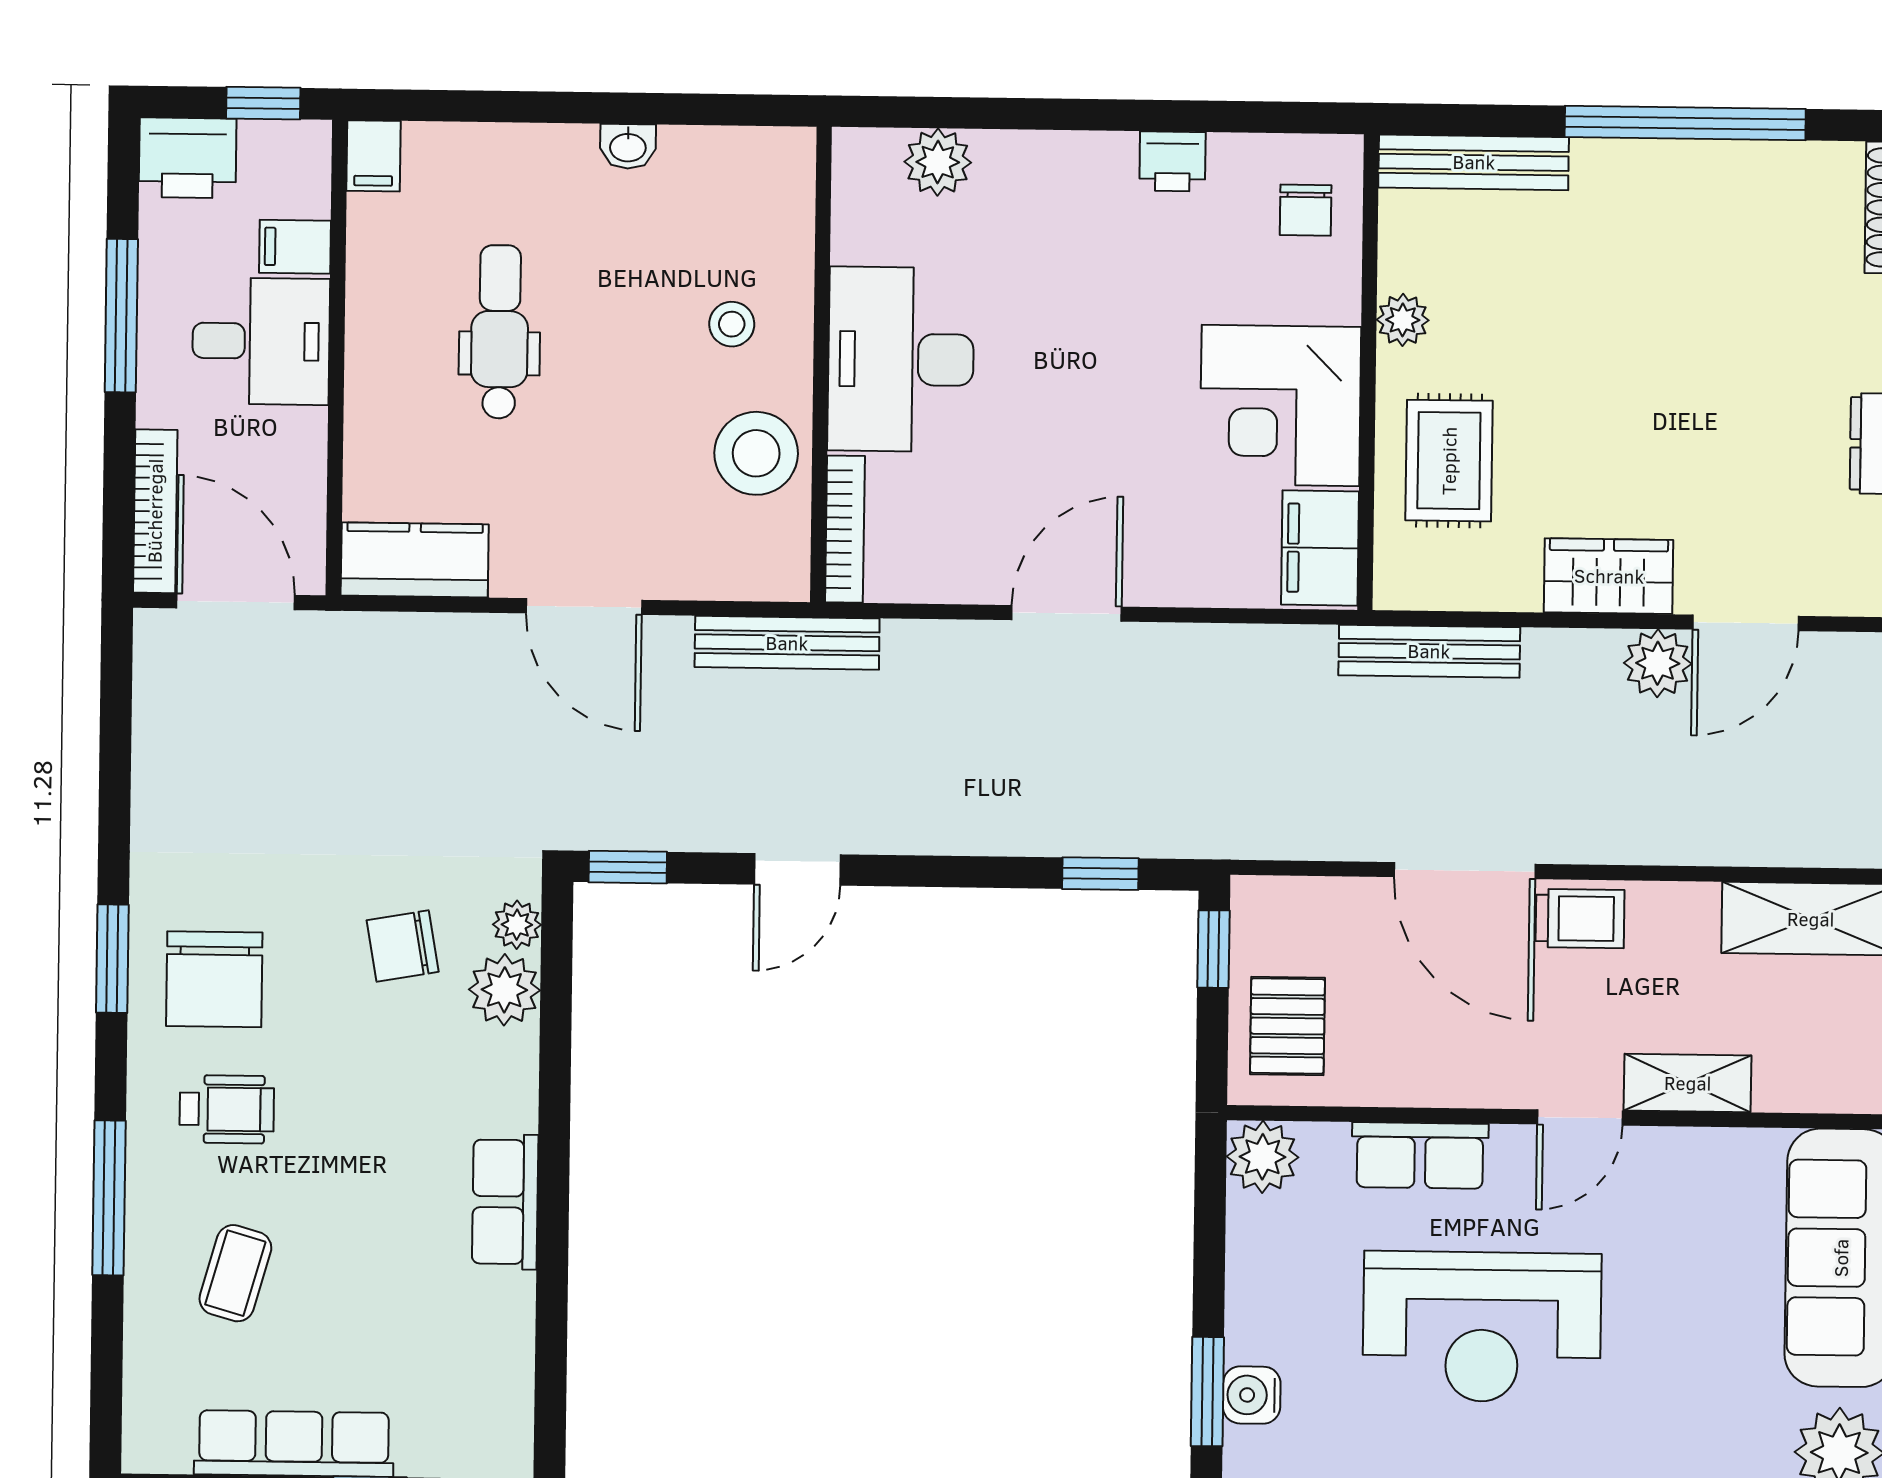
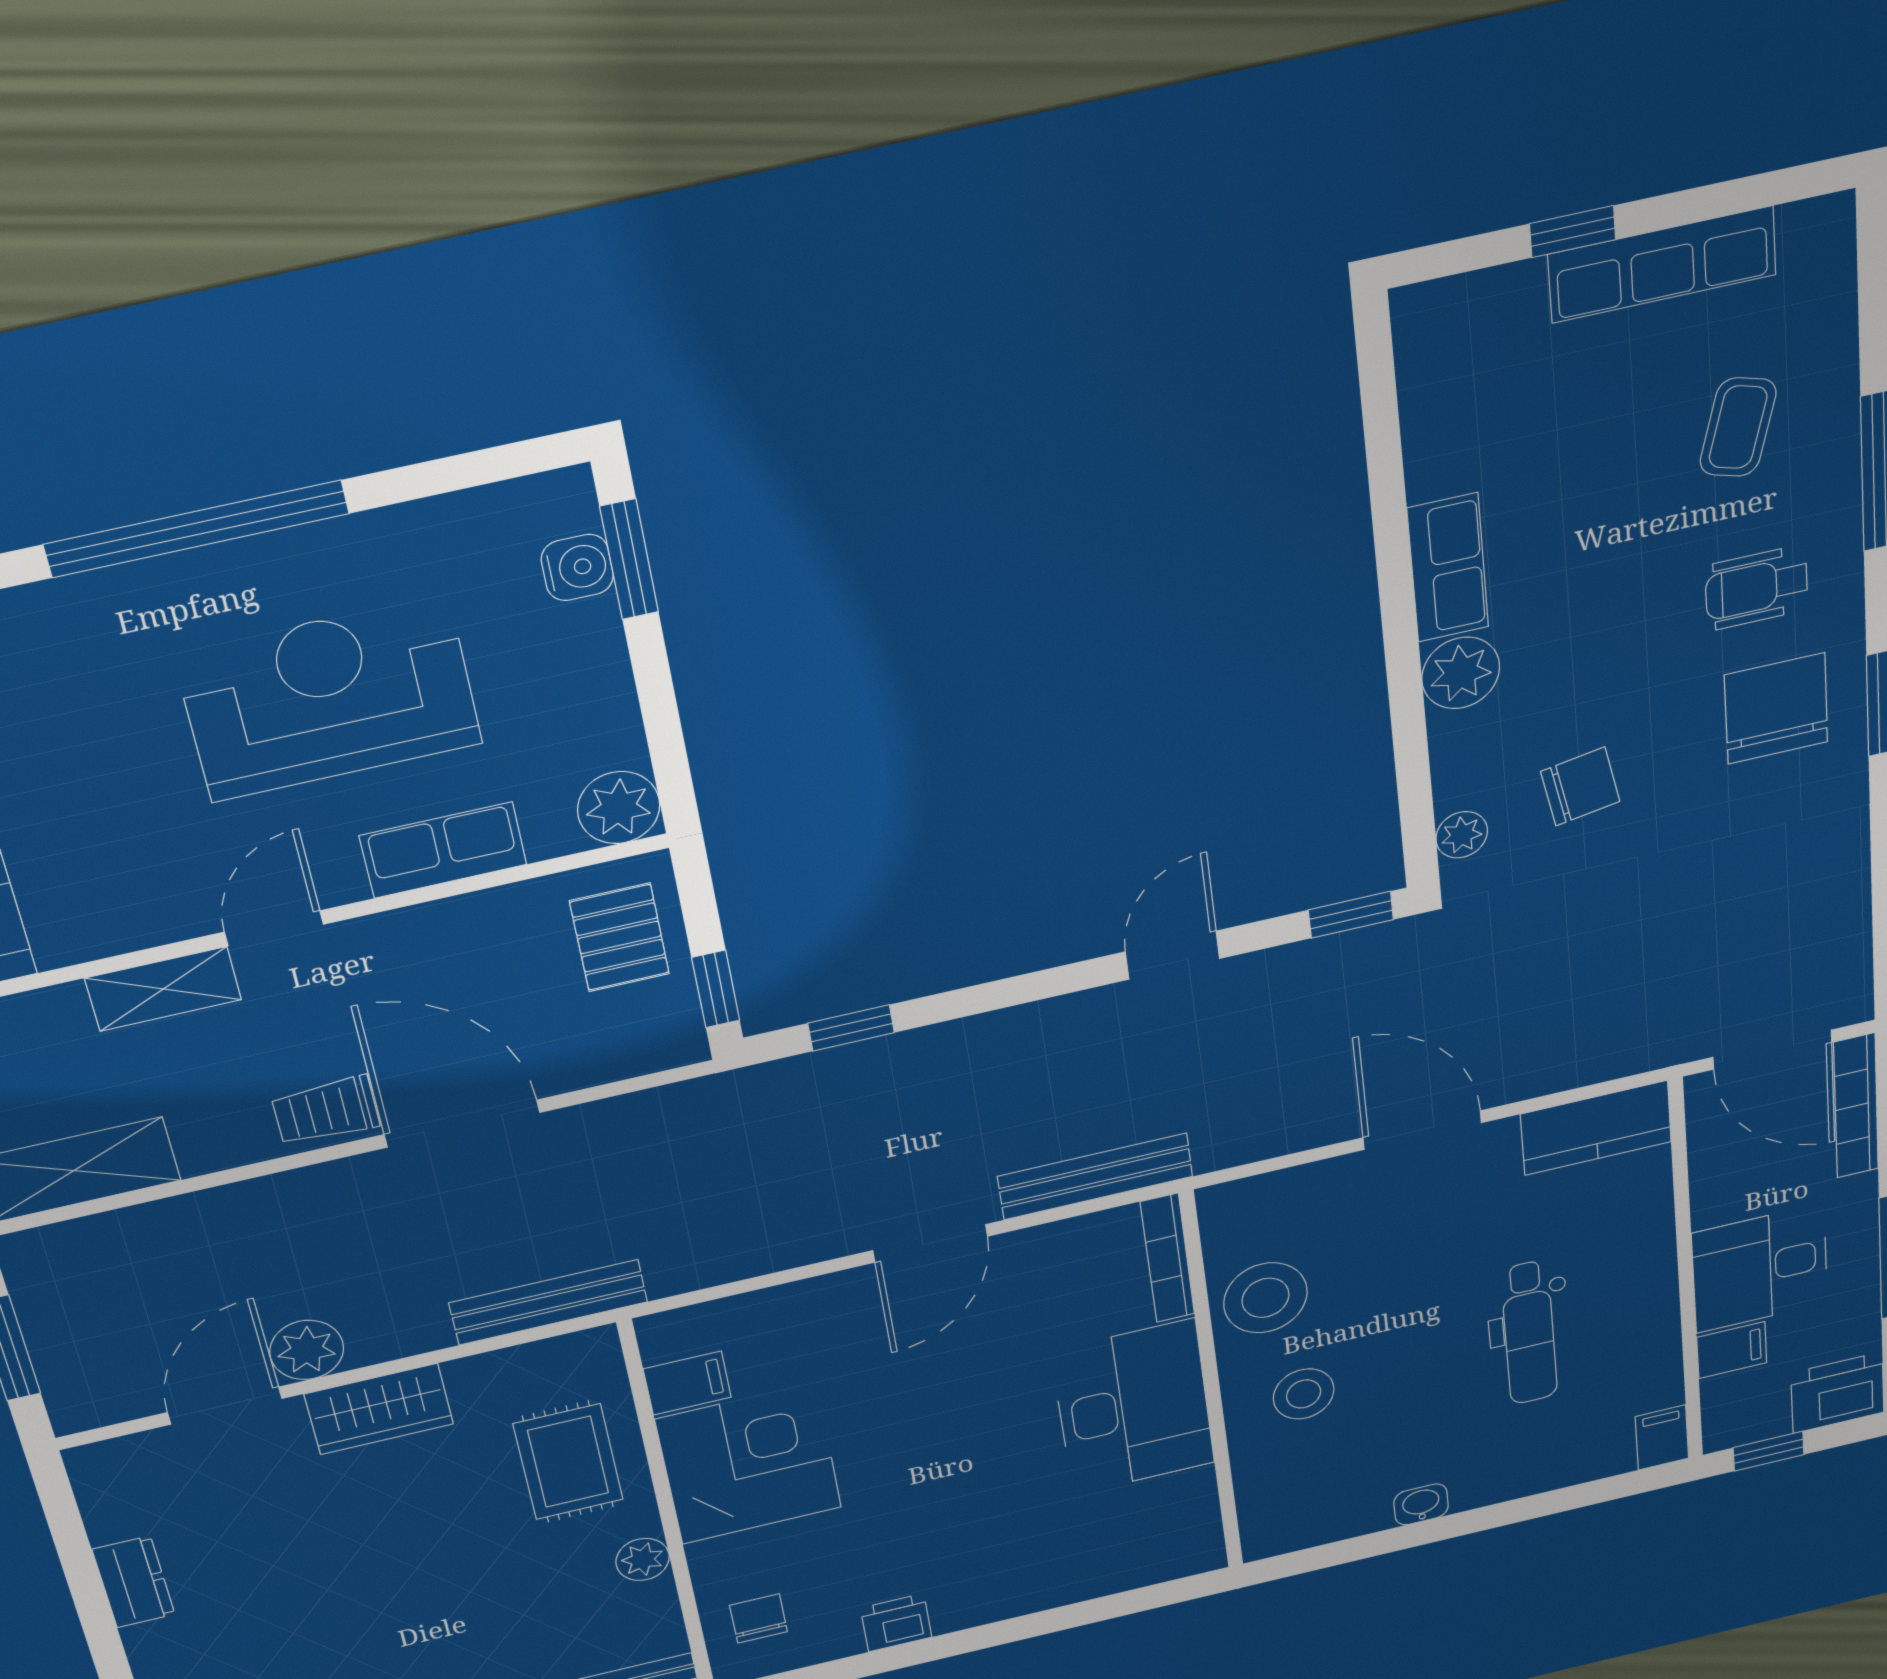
plant: (938, 162) -> (1123, 1566), removed
stool: (732, 324) -> (1304, 1394), width x1.37, depth x1.37
filing cabinet: (1320, 548) -> (687, 1383), width x0.50
bench: (787, 643) -> (1095, 1176), moved
plant: (504, 990) -> (1461, 673), moved

